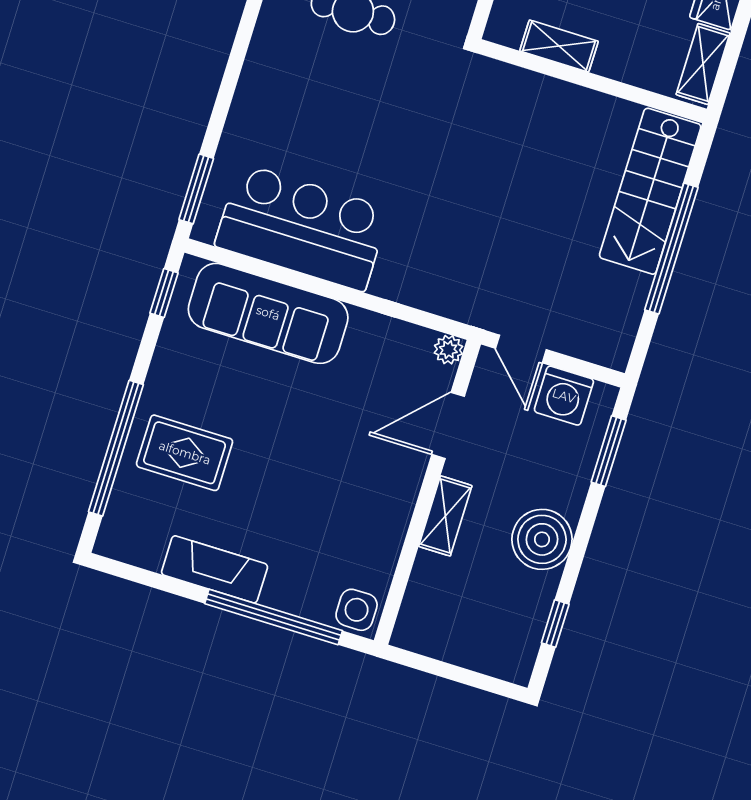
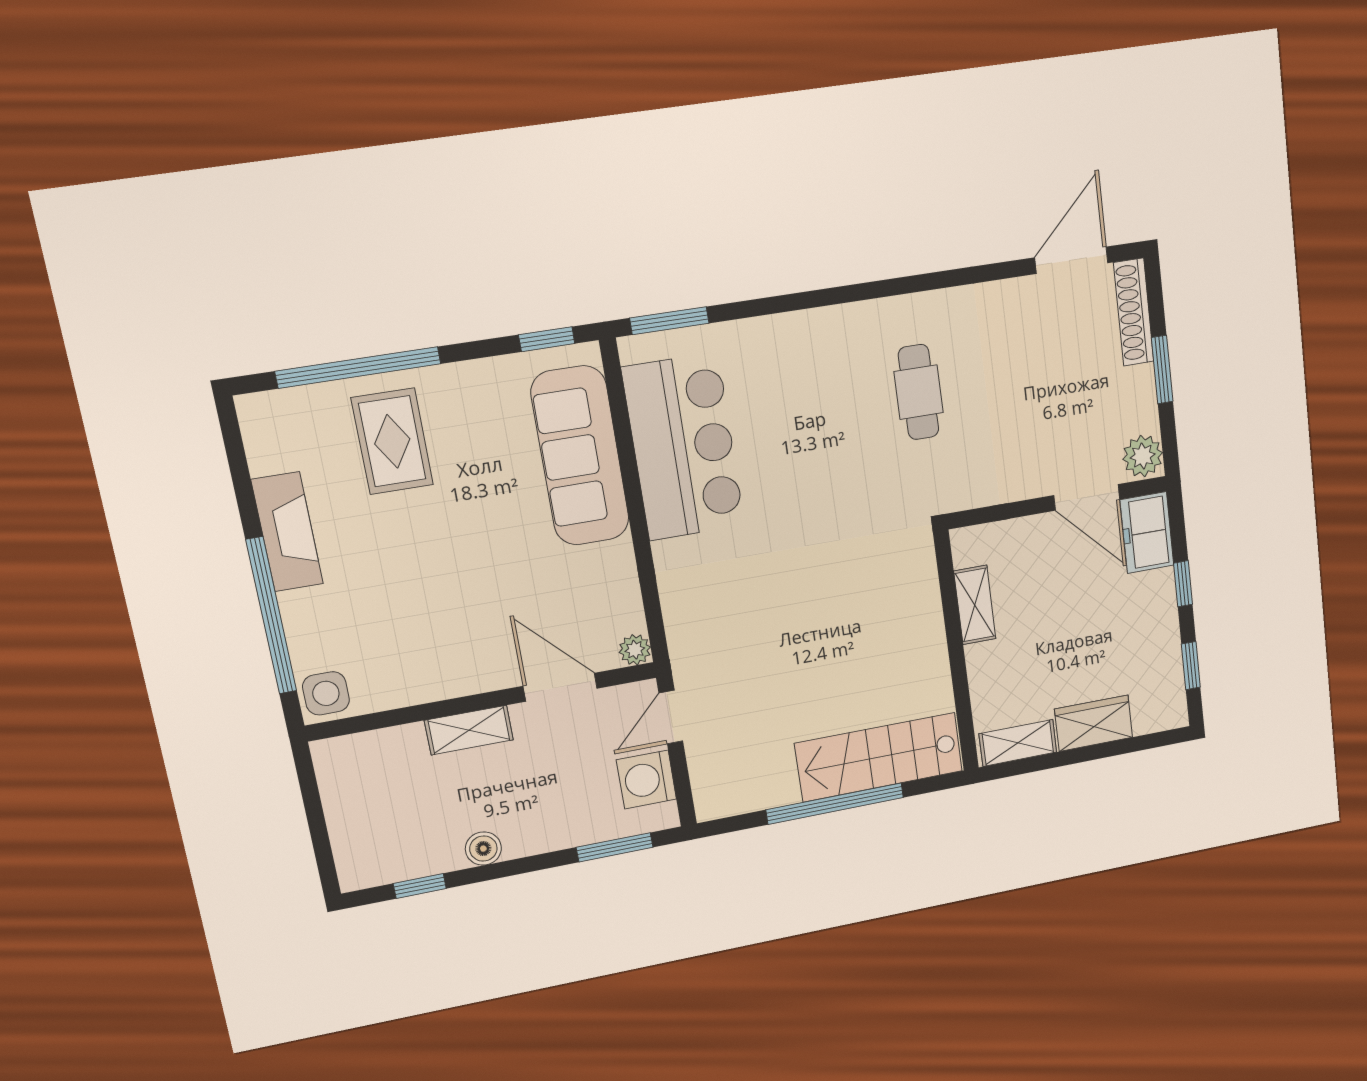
boiler: (542, 539) -> (483, 849), width x0.54, depth x0.54

